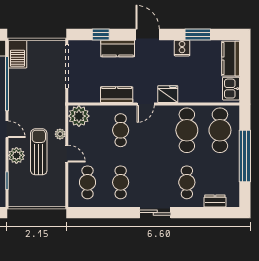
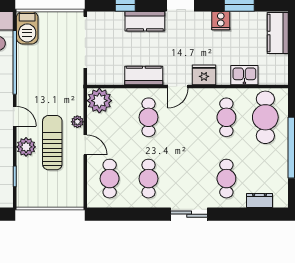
kitchen sink: (231, 89) -> (244, 75), moved, turned 90
cafe table: (187, 130) -> (226, 117), width x0.73, depth x0.74

